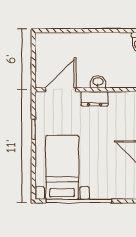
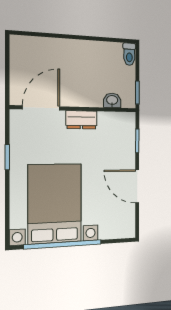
washbasin: (98, 82) -> (112, 100), moved
bed with nightstands: (62, 167) -> (55, 204), width x1.36

